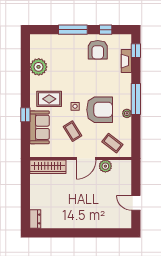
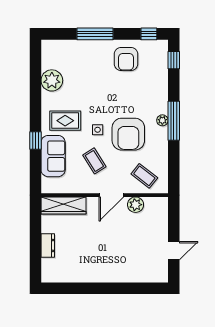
window: (106, 30) -> (149, 34), moved
fireplace: (126, 61) -> (162, 73), removed
armchair: (100, 110) -> (128, 134), turned 90
plant: (127, 113) -> (162, 120), moved
door: (136, 203) -> (174, 251), swing flipped
dresser: (35, 219) -> (48, 245), moved

